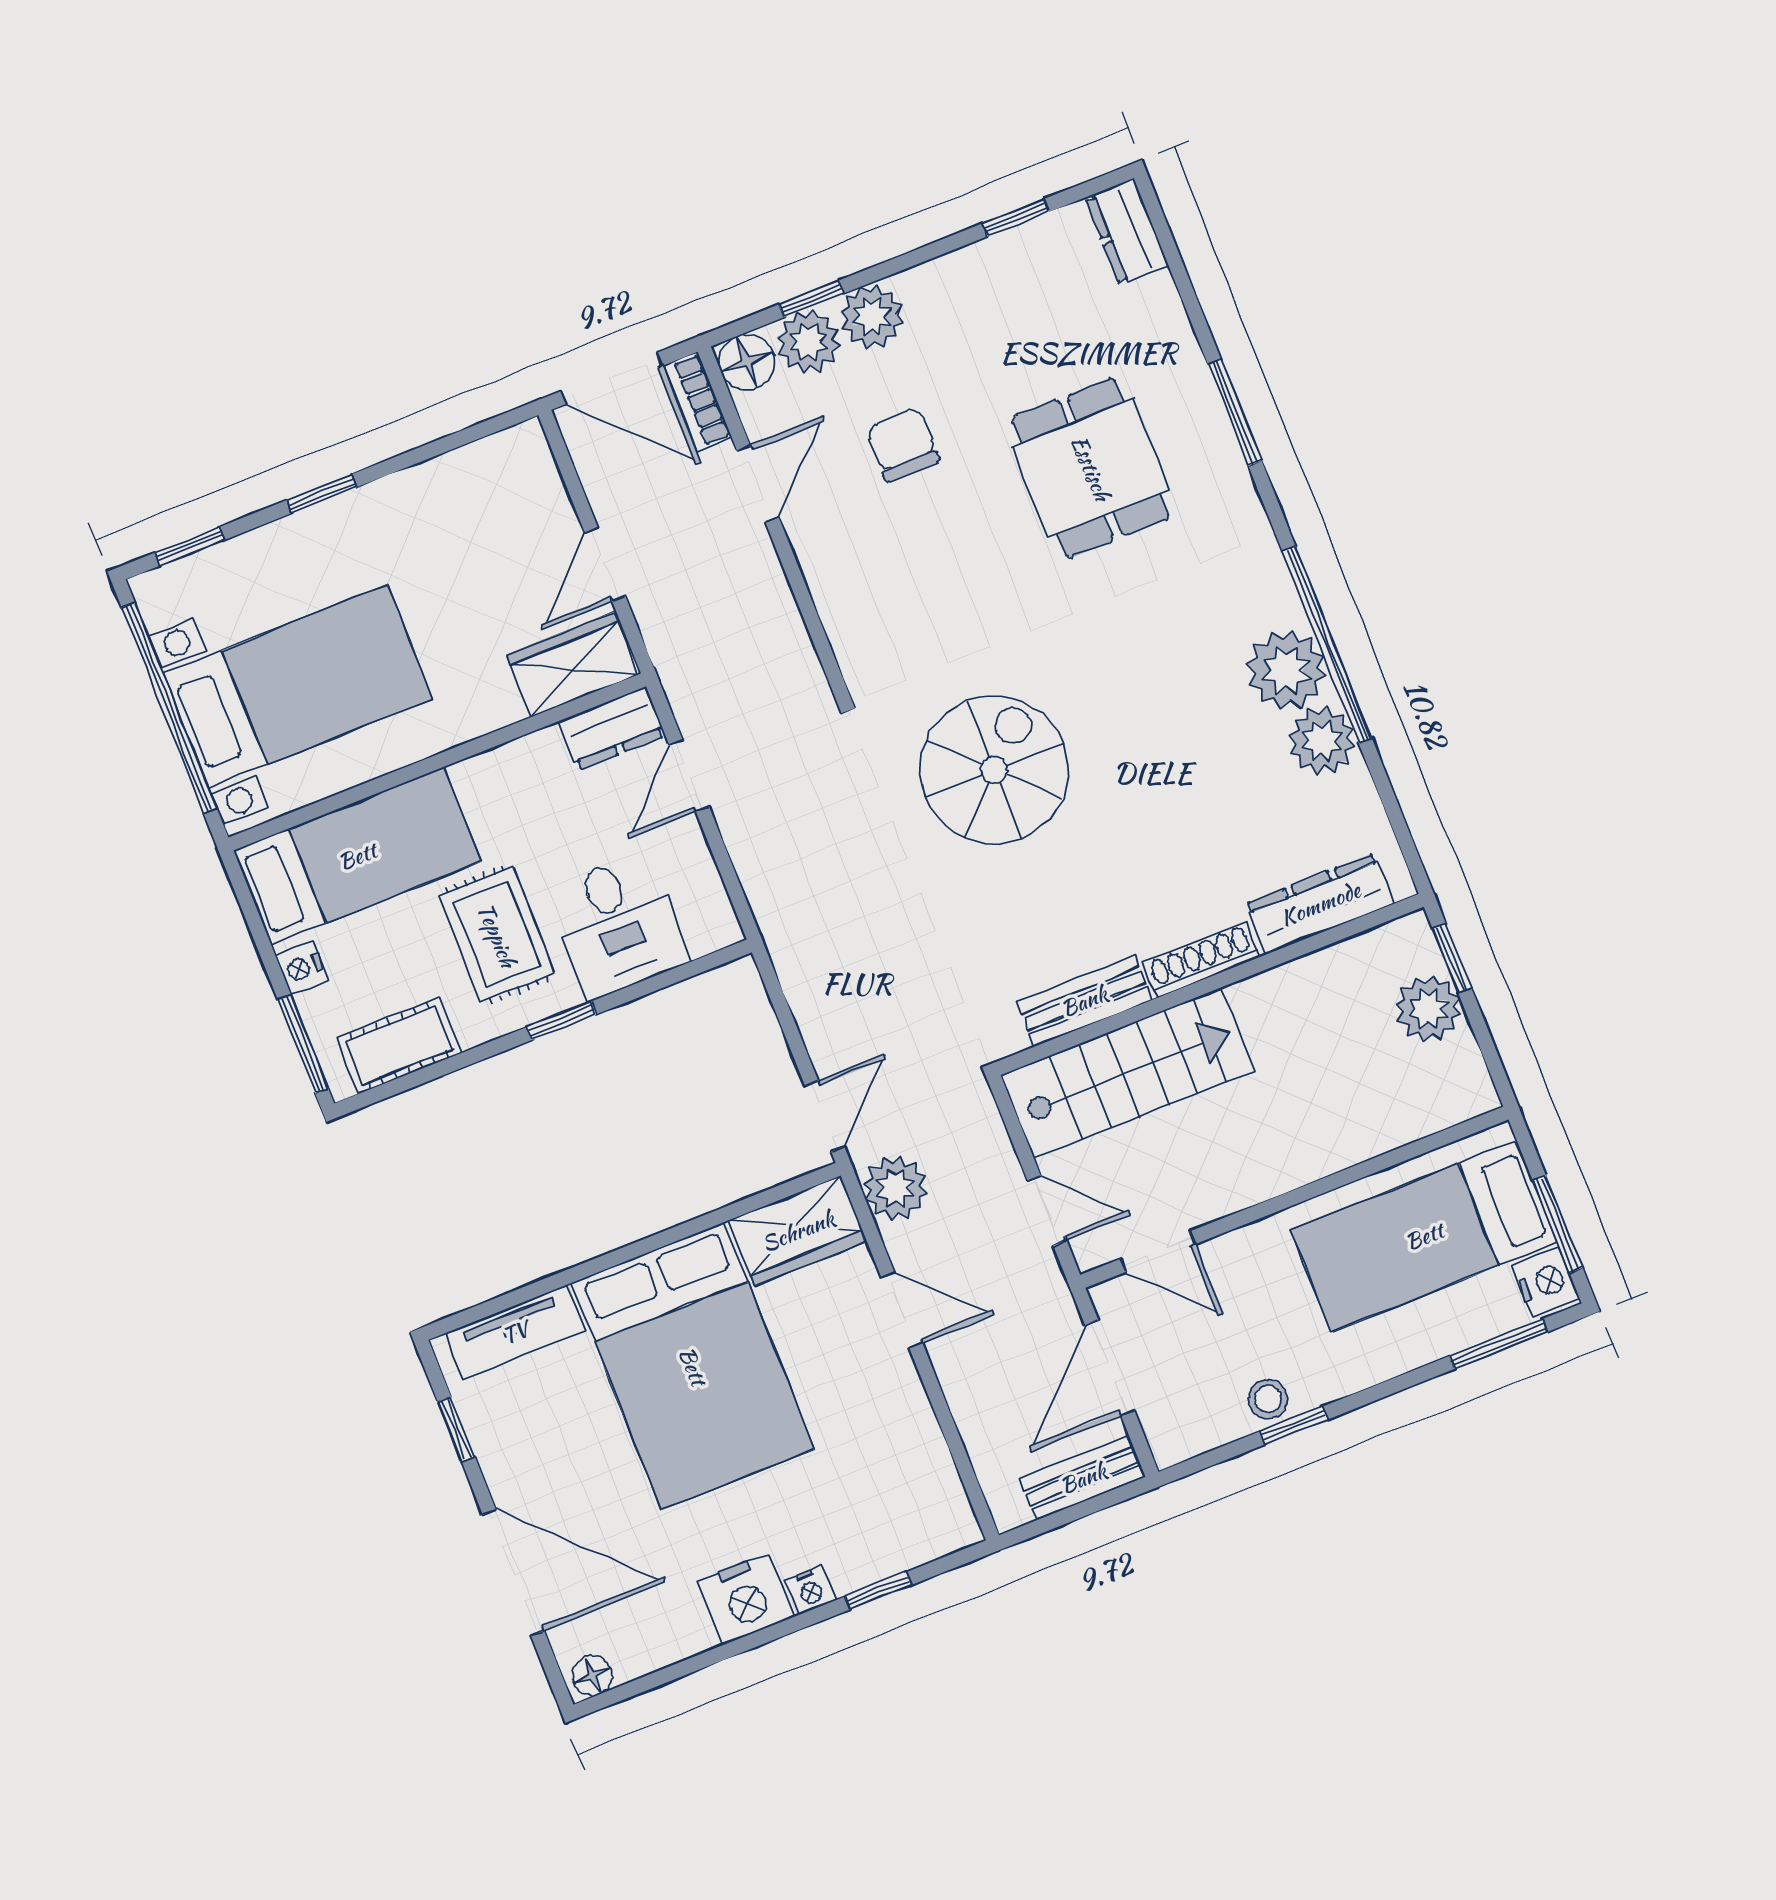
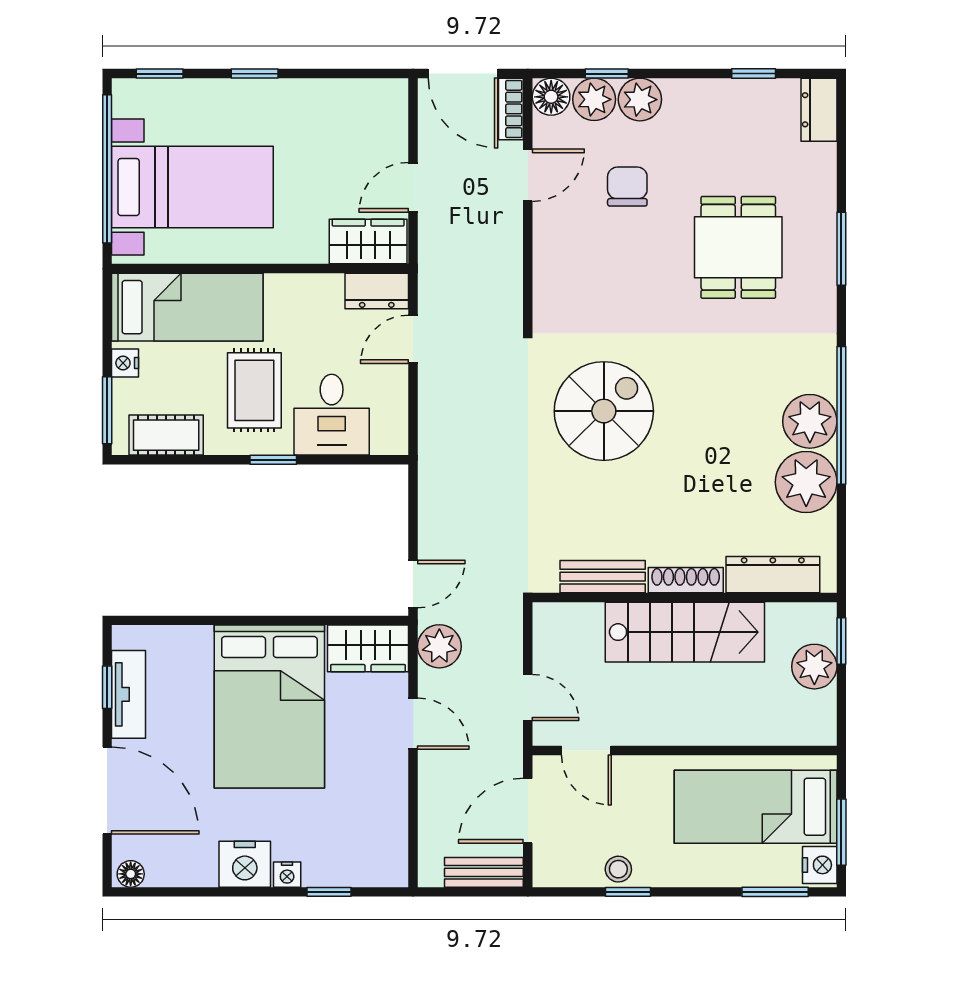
plant: (1322, 741) -> (806, 482), width x1.36, depth x1.36
stairs: (1128, 1073) -> (685, 632), moved
tv unit: (515, 1332) -> (129, 694), moved, turned -90

